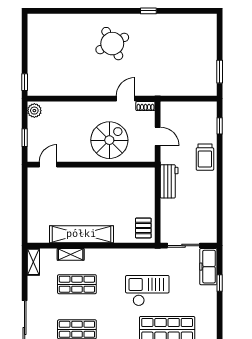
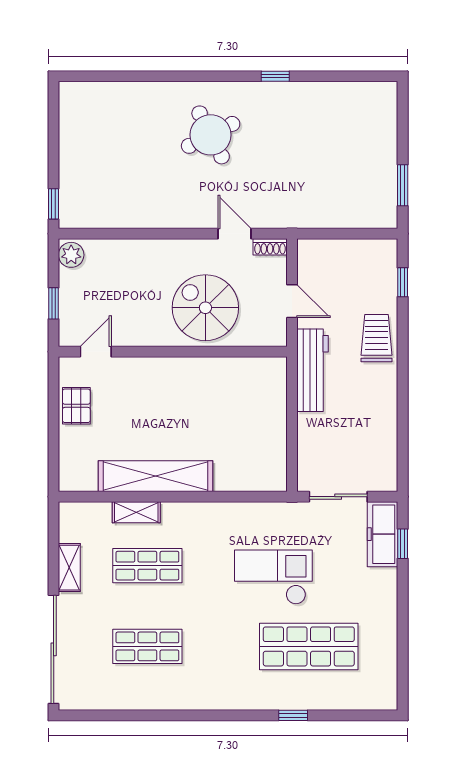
door: (126, 99) -> (234, 234), hinge flipped
spiral stairs: (109, 140) -> (205, 308), turned -90
trolley: (205, 157) -> (377, 338), turned 180
workbench: (169, 181) -> (312, 370), width x1.38
pallet: (143, 228) -> (76, 406), moved
shelving: (33, 262) -> (69, 568), moved
window: (220, 283) -> (403, 544), moved

